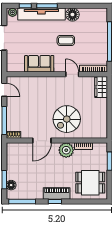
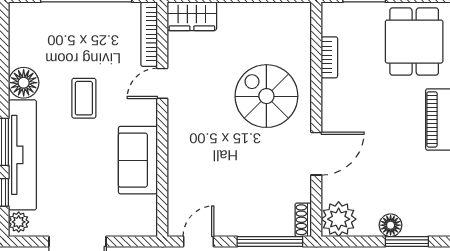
spiral stairs: (67, 119) -> (266, 96), turned 180
door: (42, 141) -> (316, 154), hinge flipped
plant: (66, 150) -> (339, 219), moved
floor lamp: (11, 185) -> (391, 225), moved

